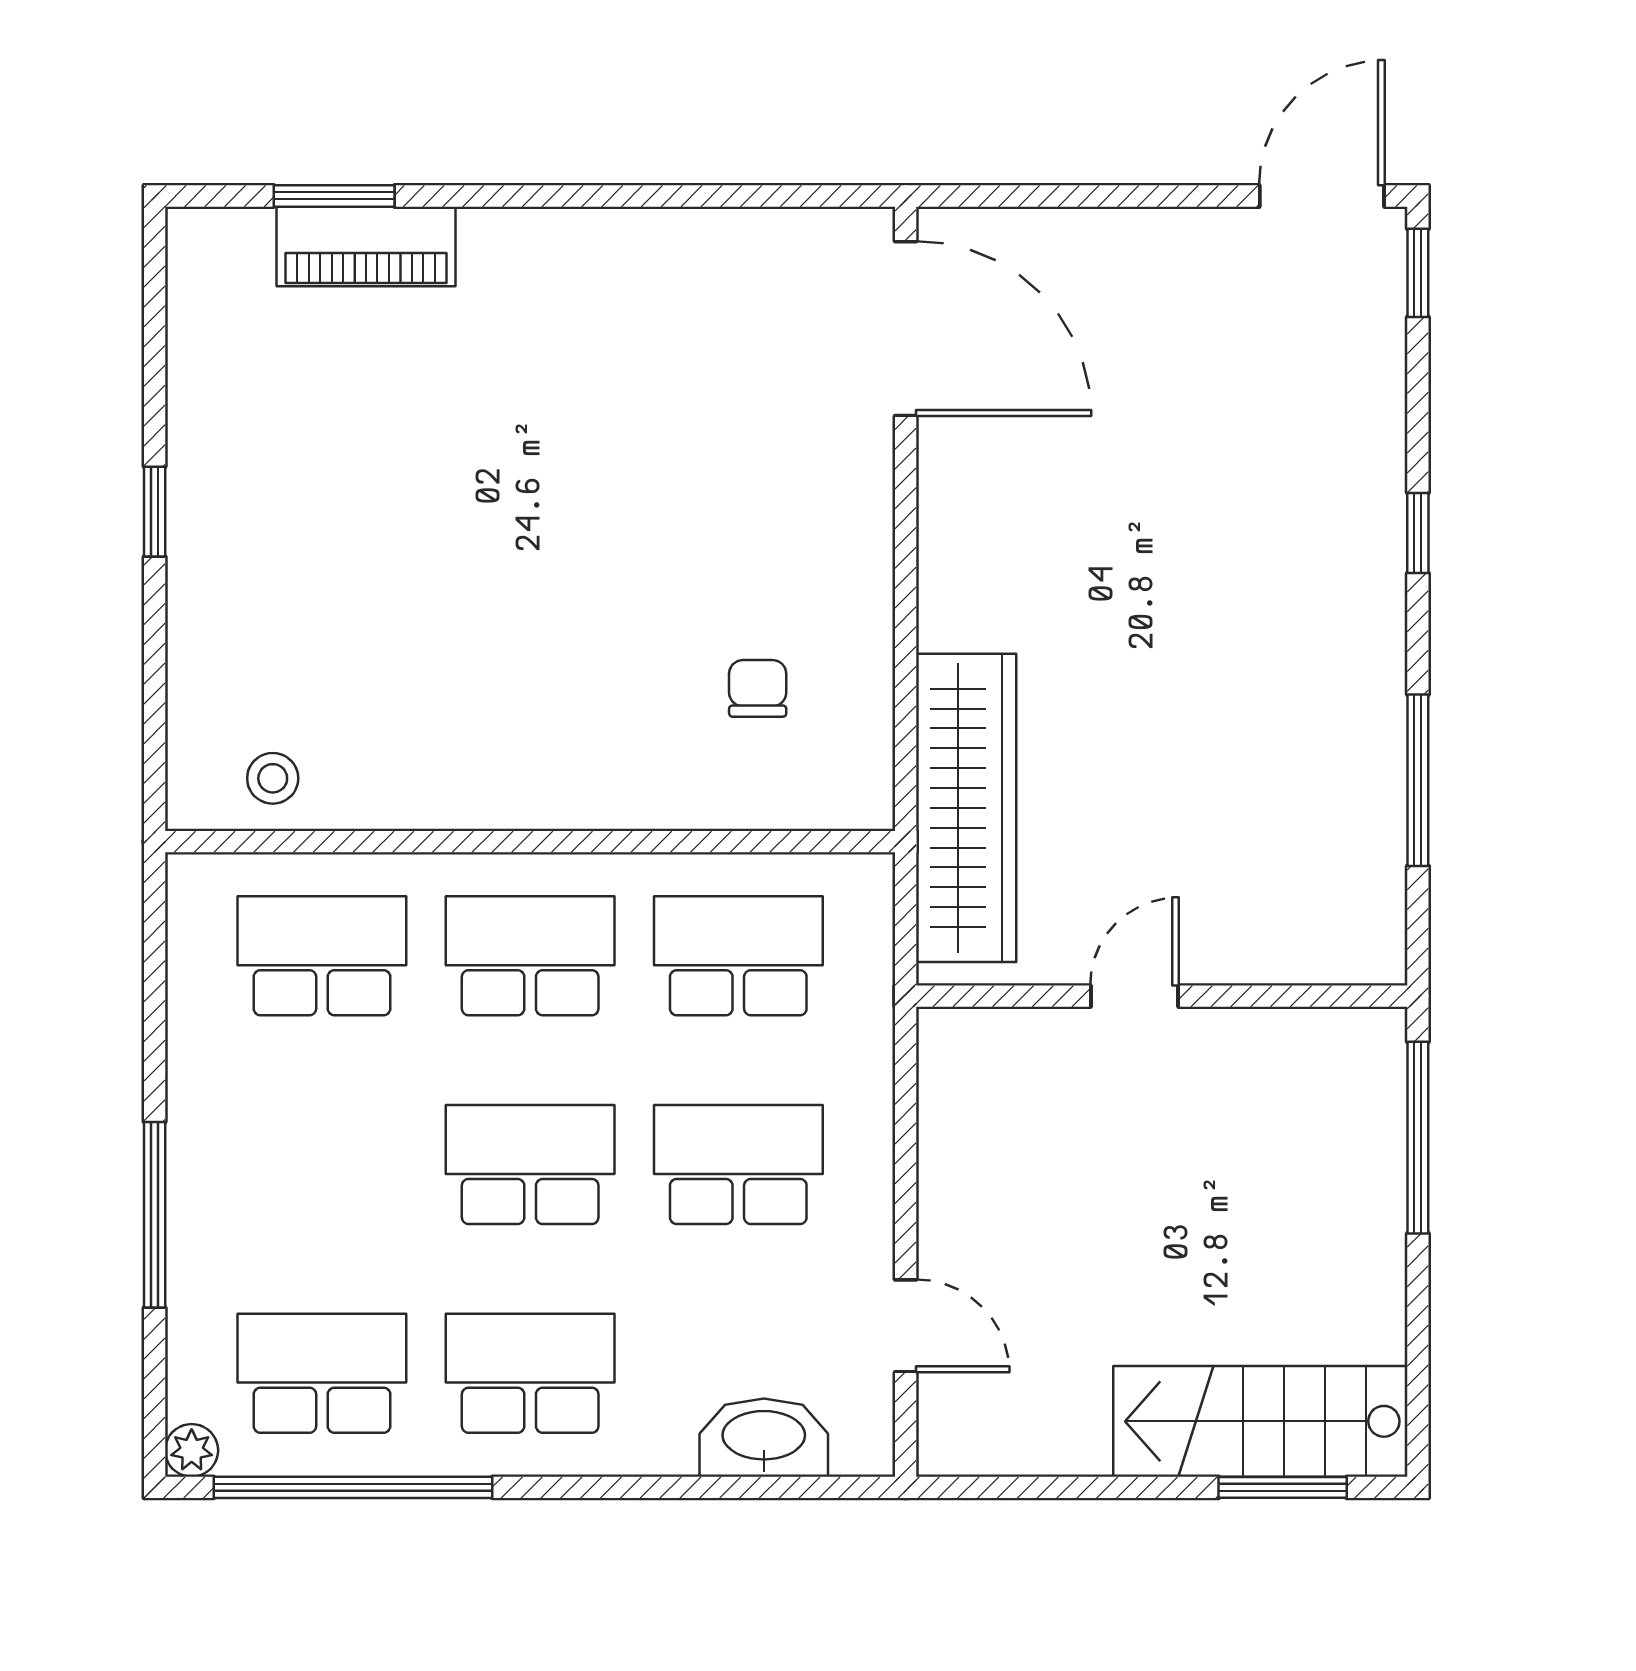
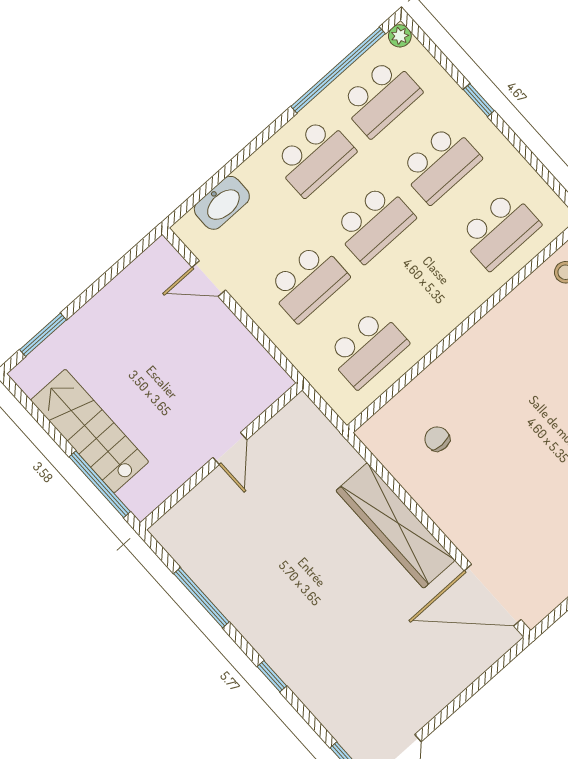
chair: (758, 688) -> (437, 439), turned 180
wardrobe: (966, 808) -> (395, 525), moved
school desk: (530, 956) -> (440, 164), moved
window: (155, 1215) -> (479, 100), width x0.46
stairs: (1260, 1421) -> (90, 431), moved, turned -90

